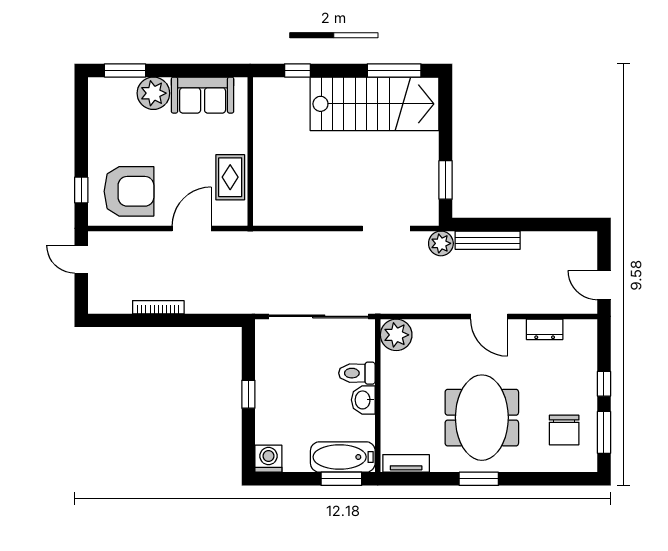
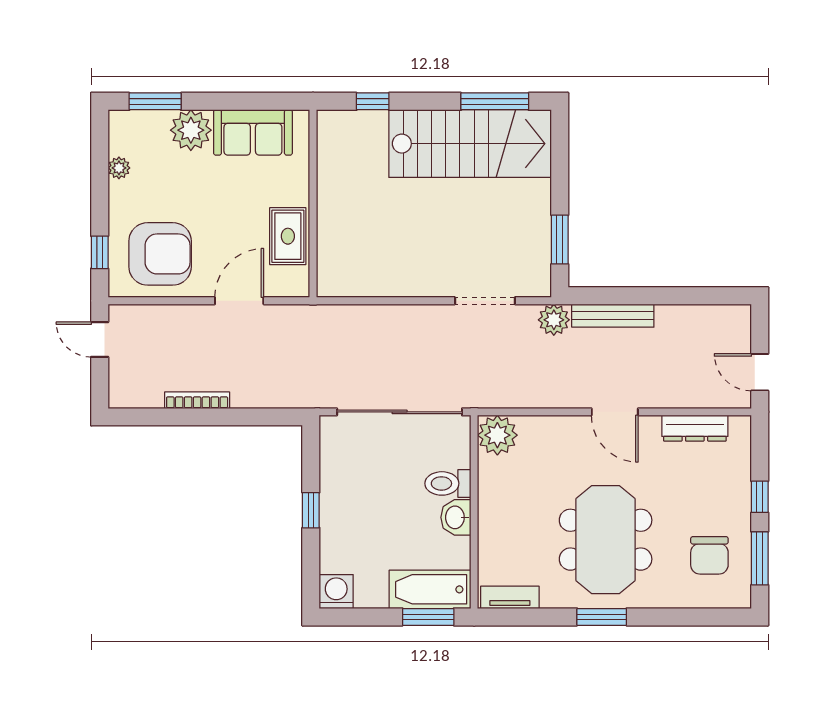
plant: (96, 123) -> (119, 168), added
dresser: (545, 329) -> (695, 428), width x1.44

